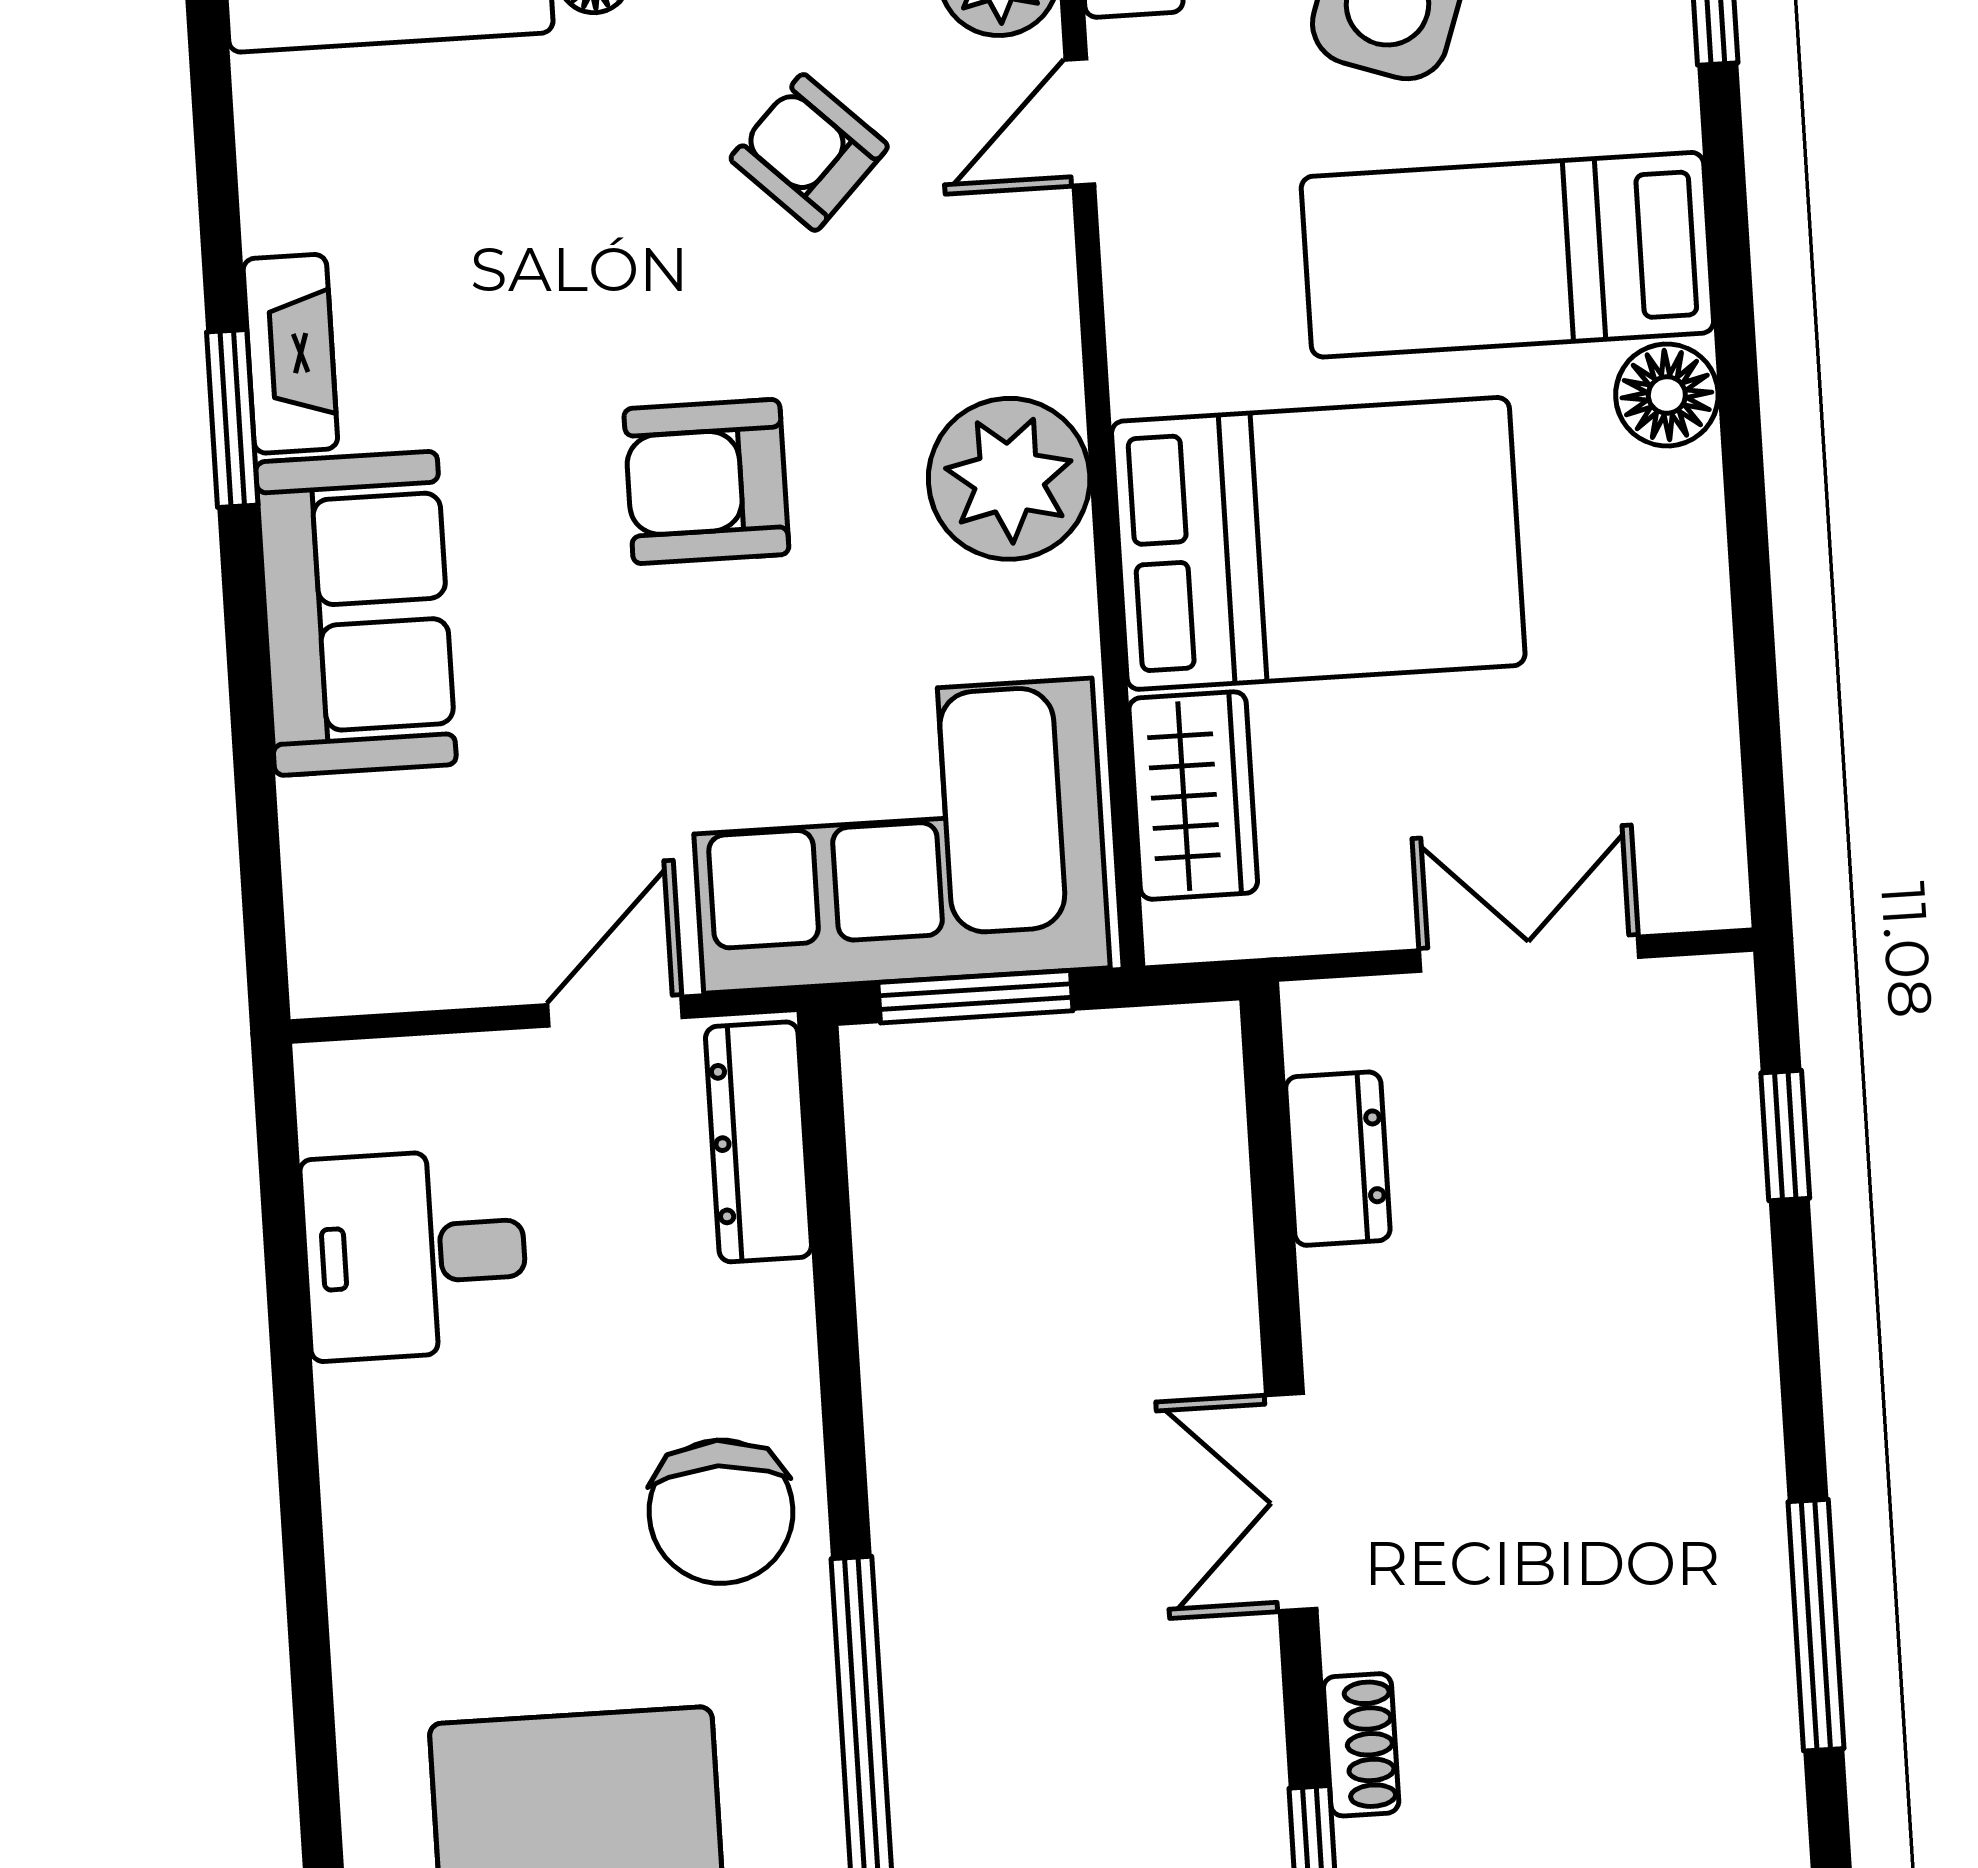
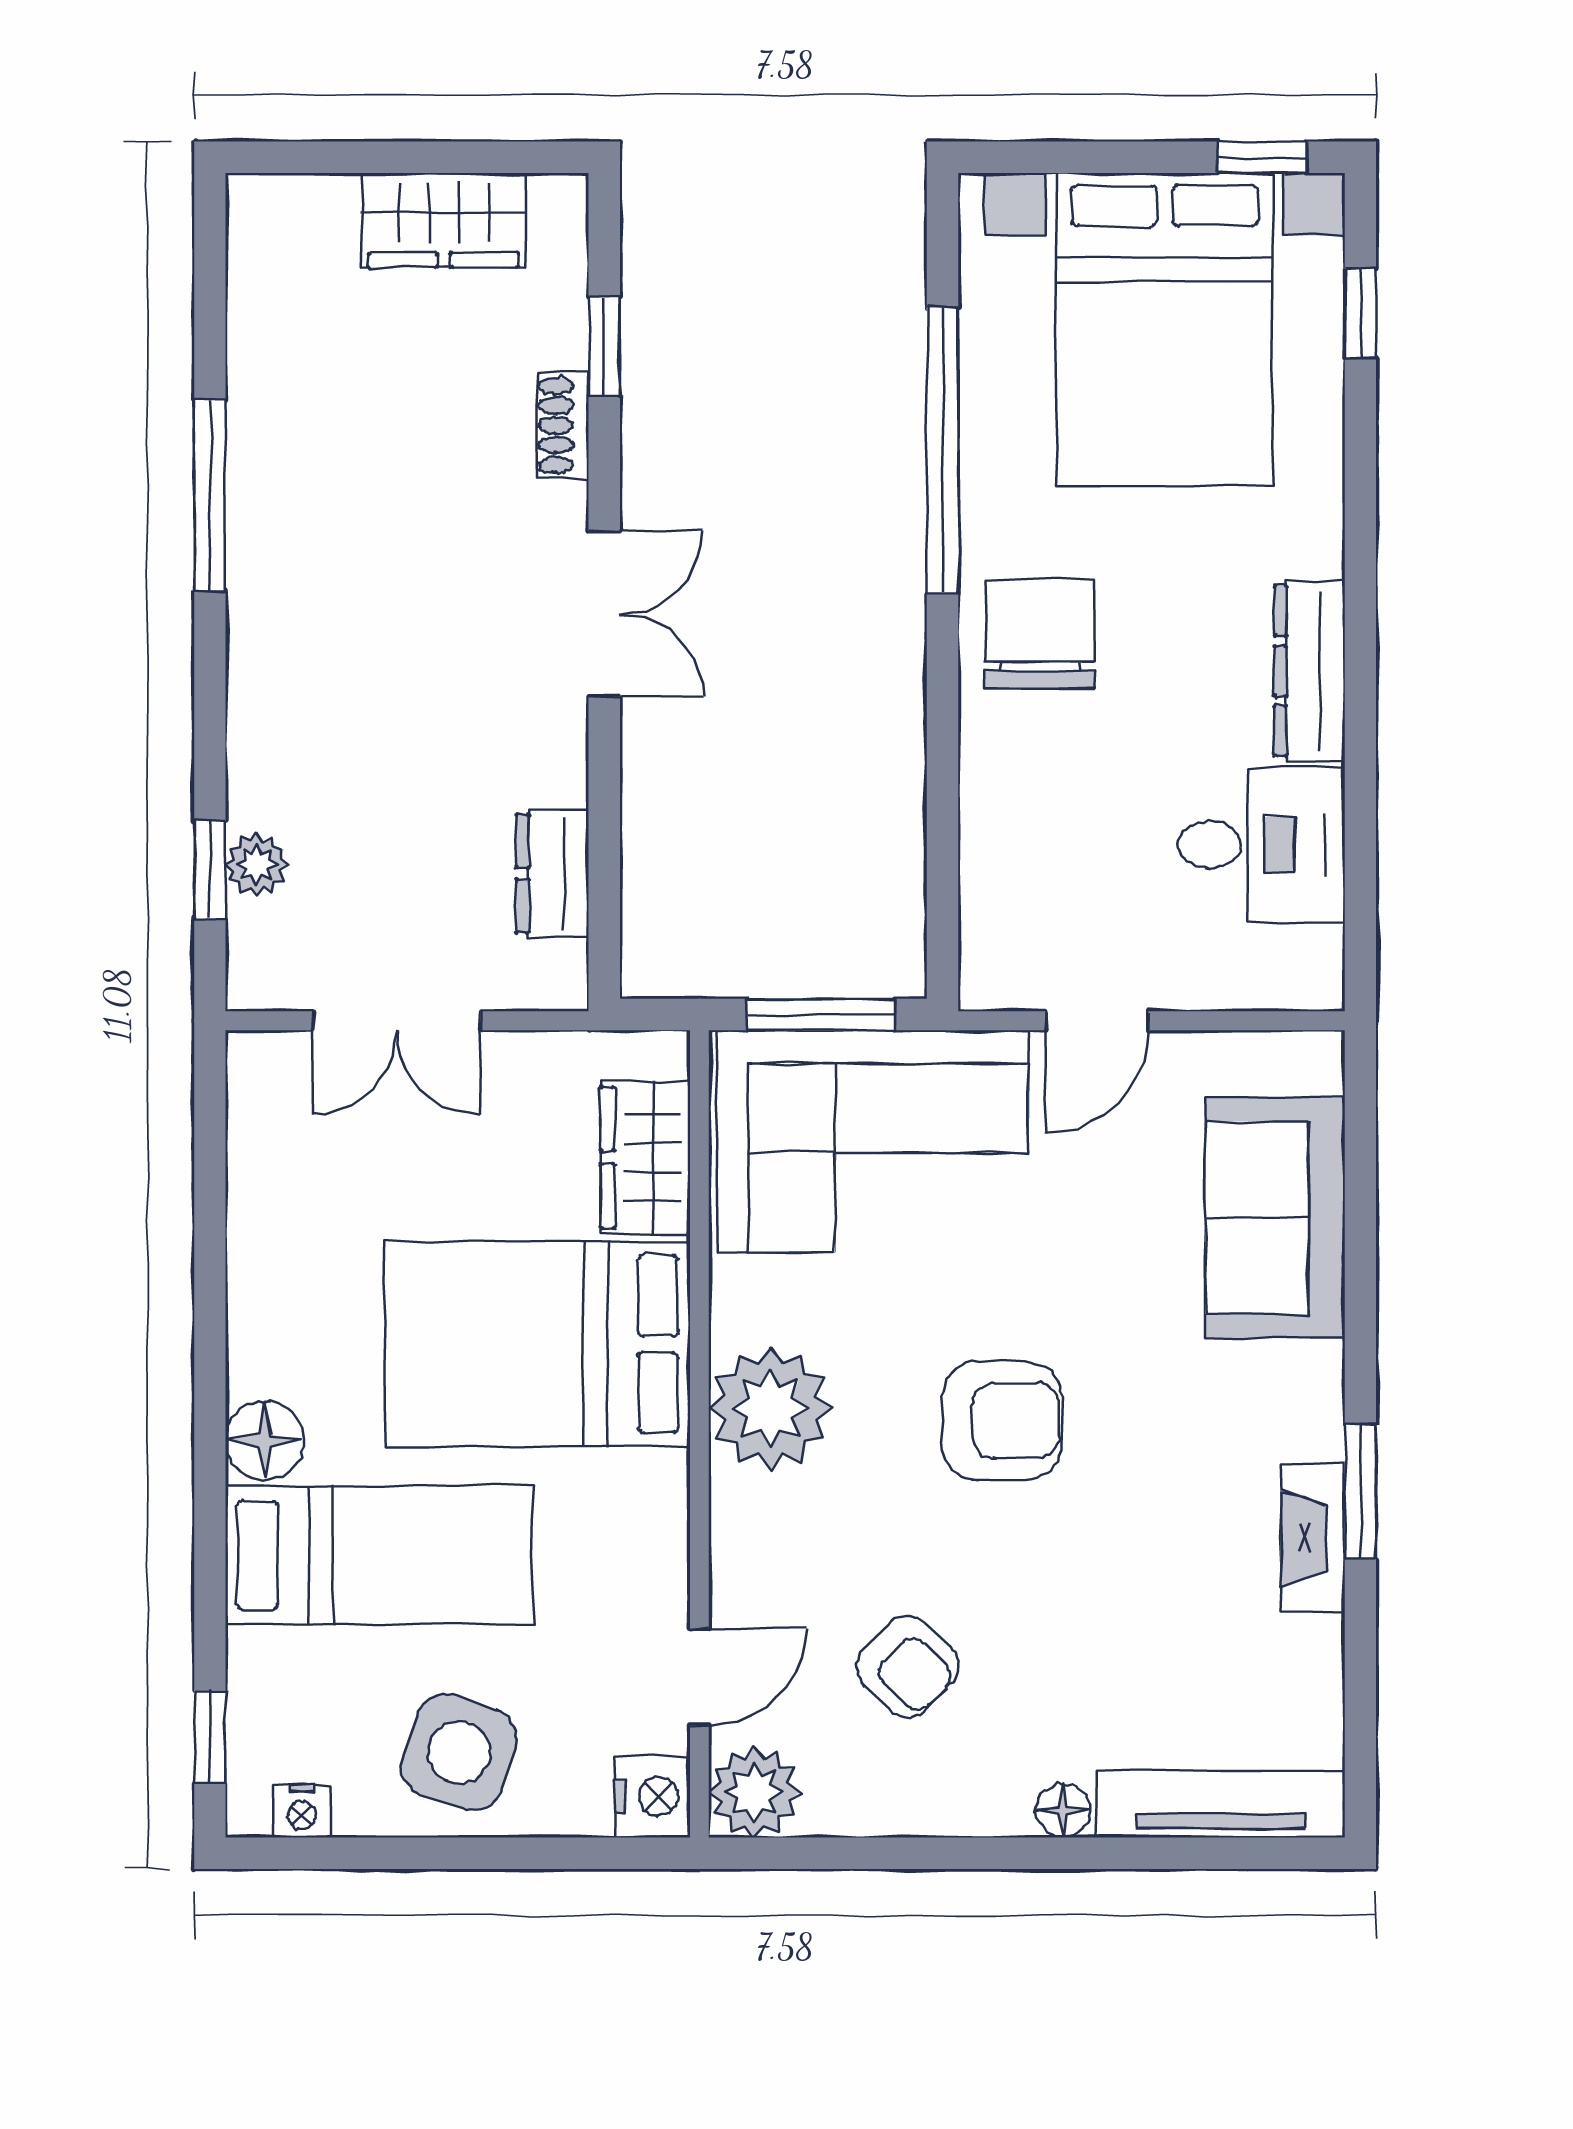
sofa: (356, 613) -> (1275, 1218), moved
dresser: (759, 1142) -> (1309, 671), moved, turned 180
plant: (1724, 1146) -> (257, 865), added

